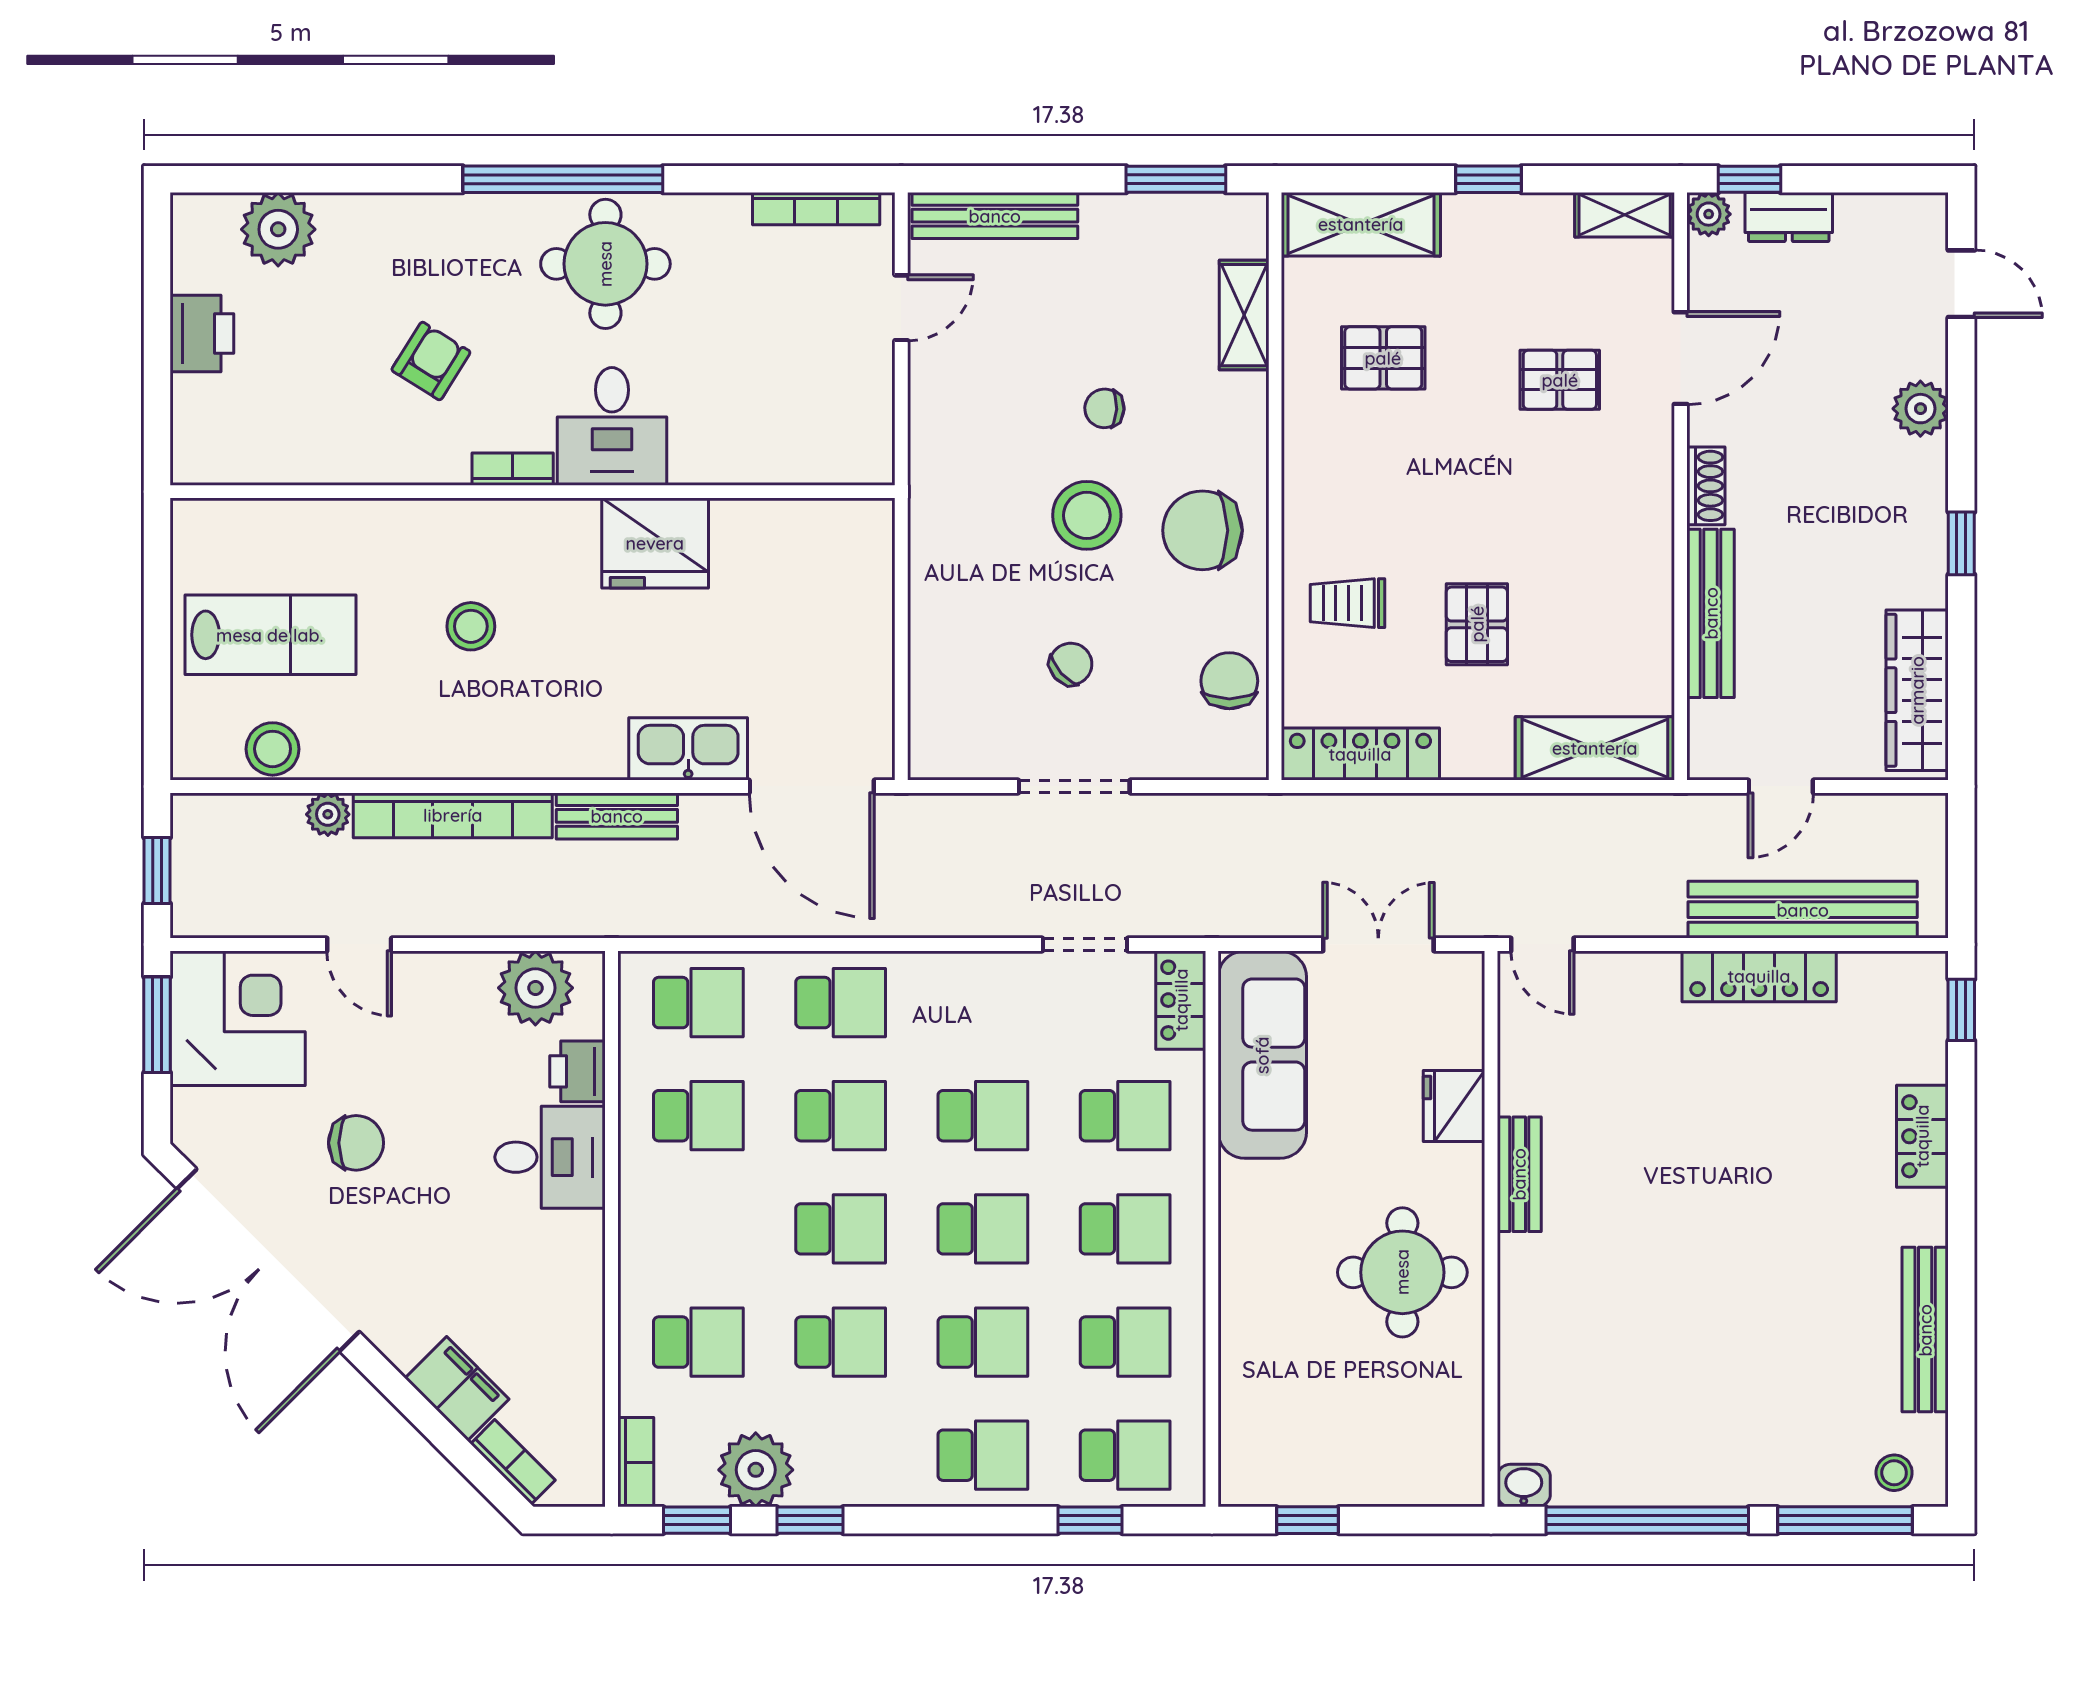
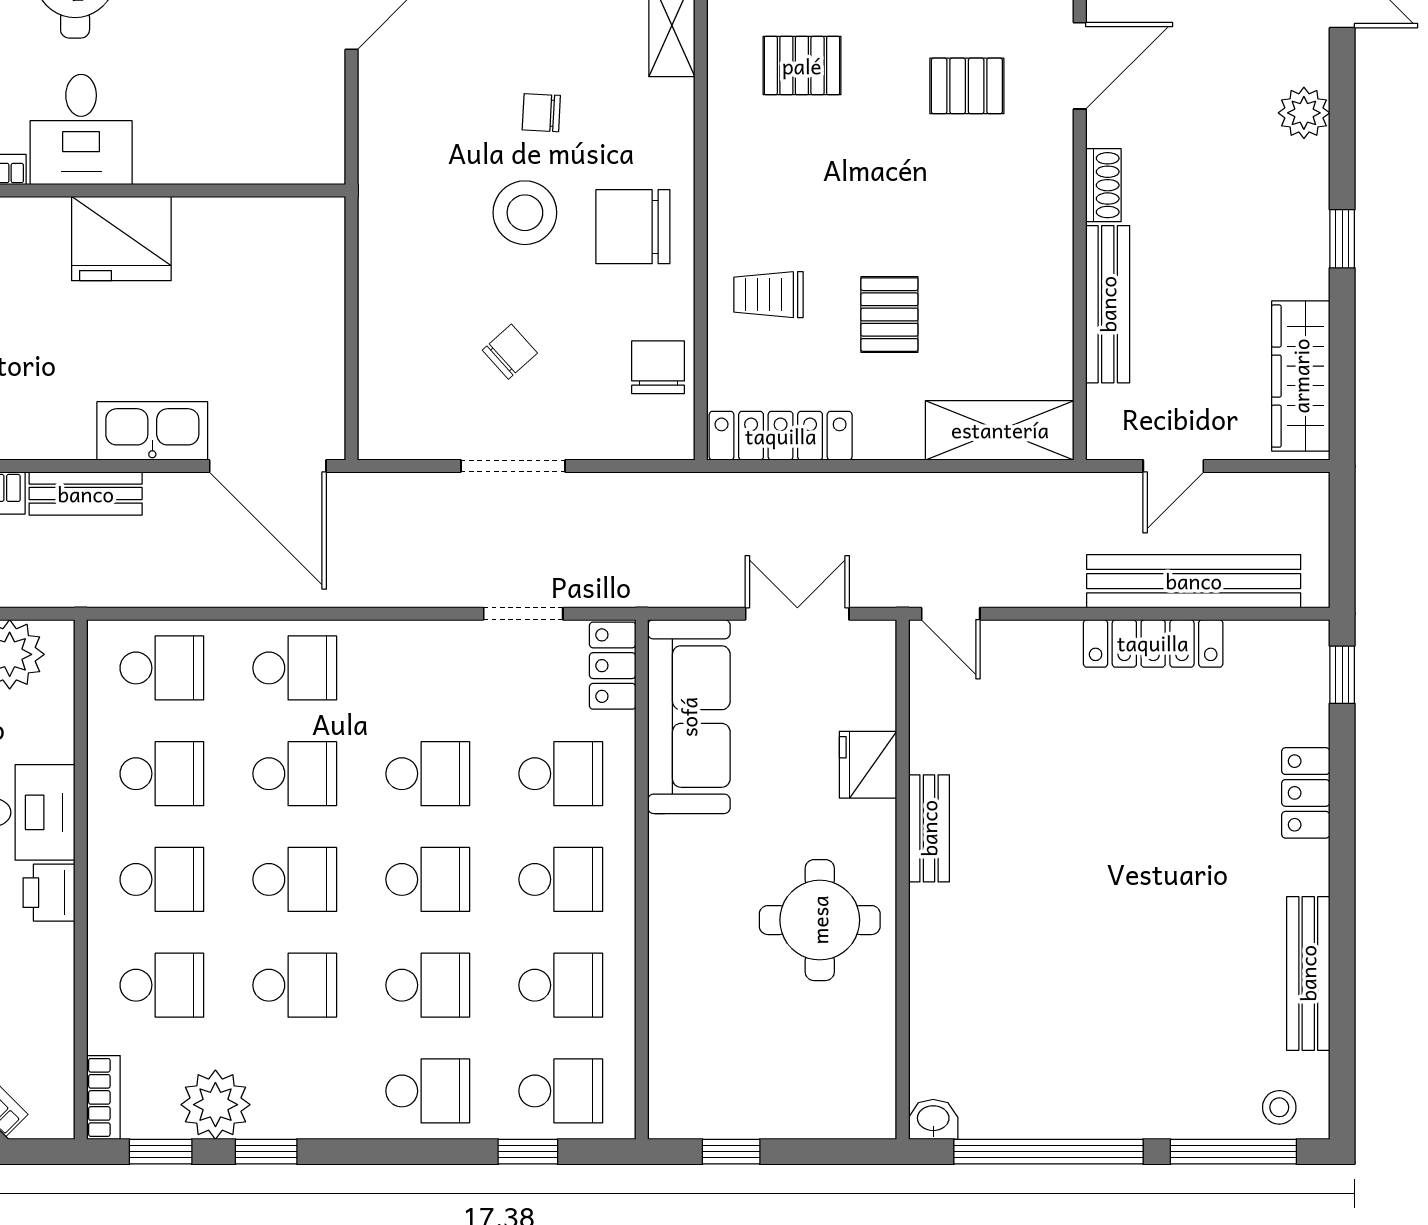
printer: (578, 1071) -> (49, 893), moved
school desk: (698, 1229) -> (162, 879), added

